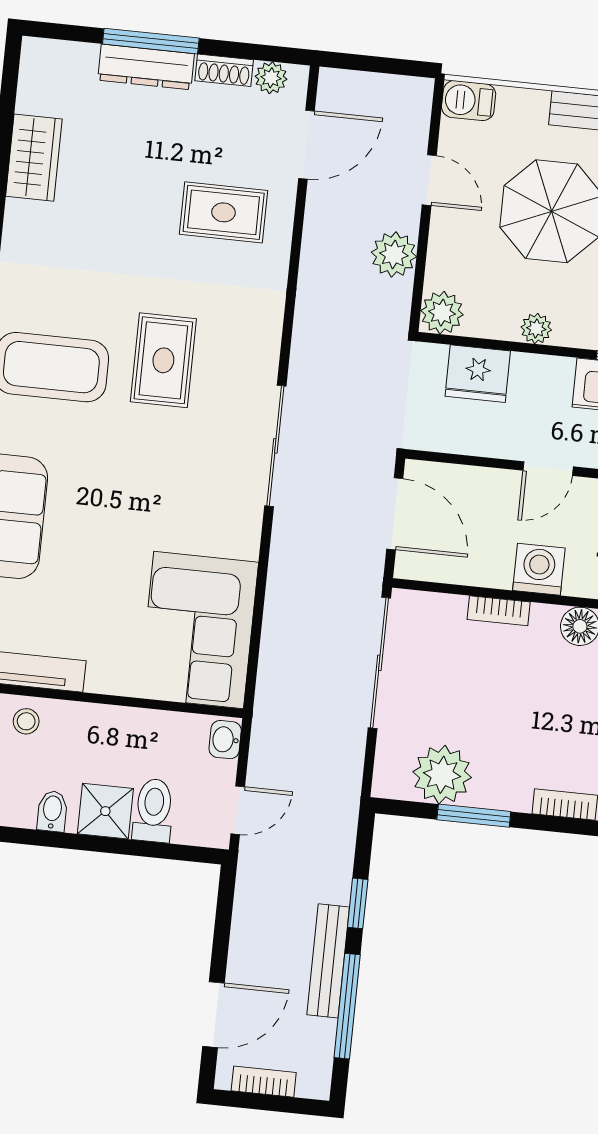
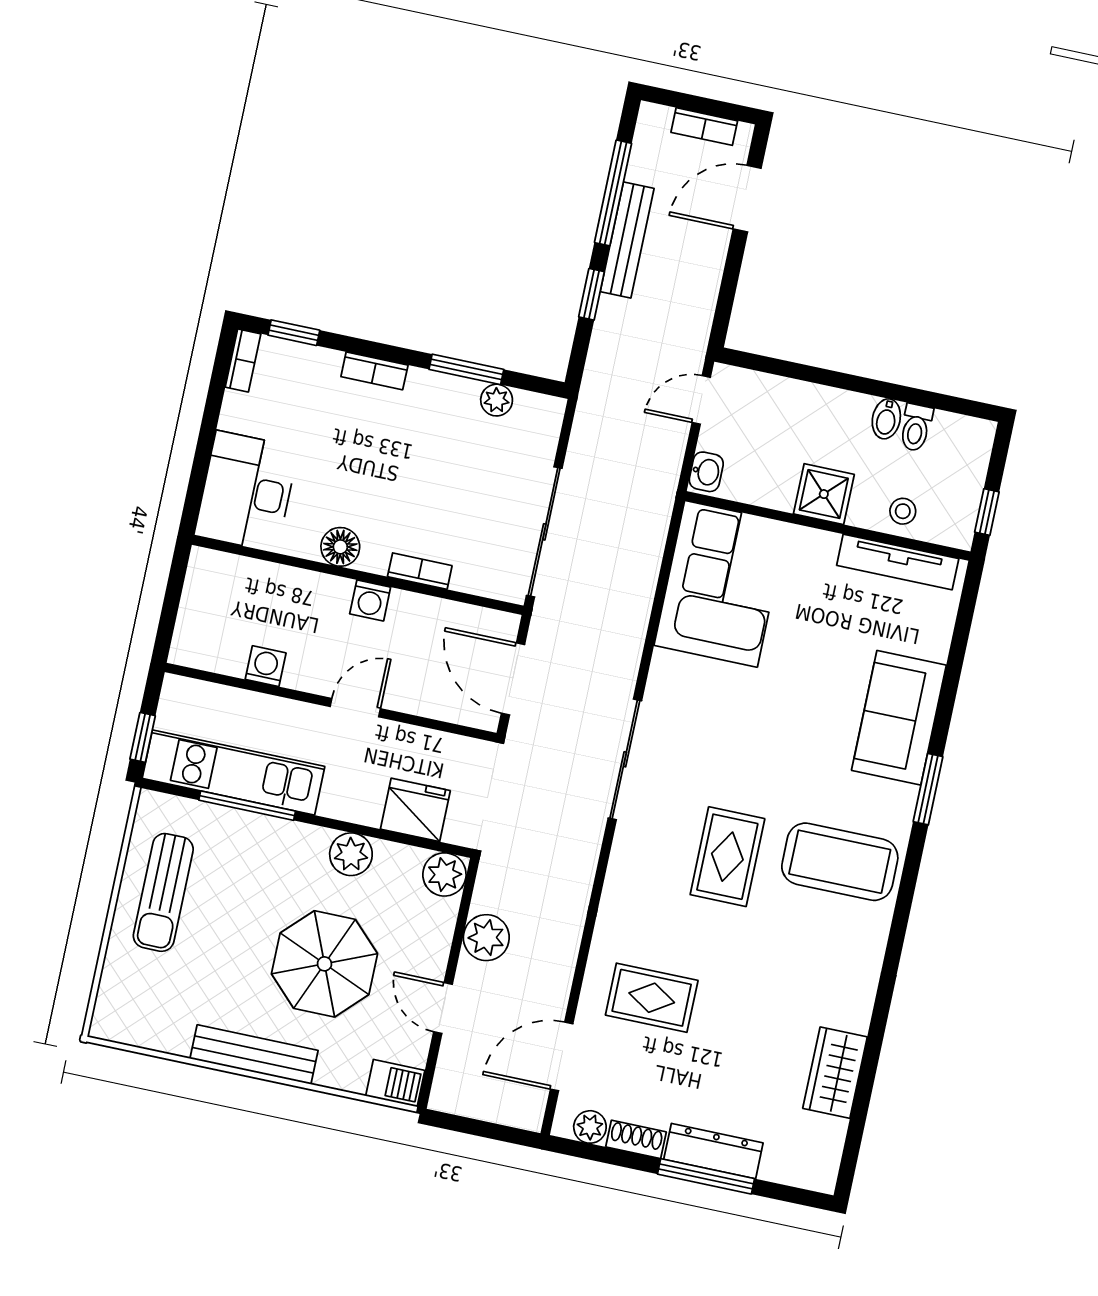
plant: (536, 329) -> (351, 854), width x1.38, depth x1.38
washing machine: (539, 569) -> (370, 600), width x0.73, depth x0.73
plant: (442, 775) -> (497, 400), width x0.53, depth x0.53
toilet: (153, 810) -> (916, 428), moved, width x0.73, depth x0.72
shower: (105, 811) -> (824, 494), moved

